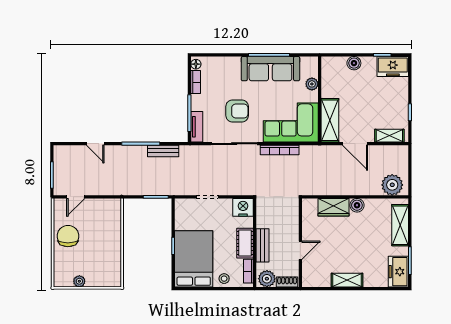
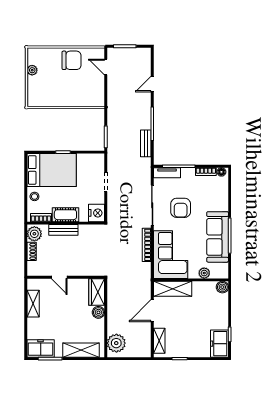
boiler: (354, 63) -> (222, 287), moved
wall: (300, 243) -> (66, 277), moved
door: (300, 250) -> (59, 277), moved

